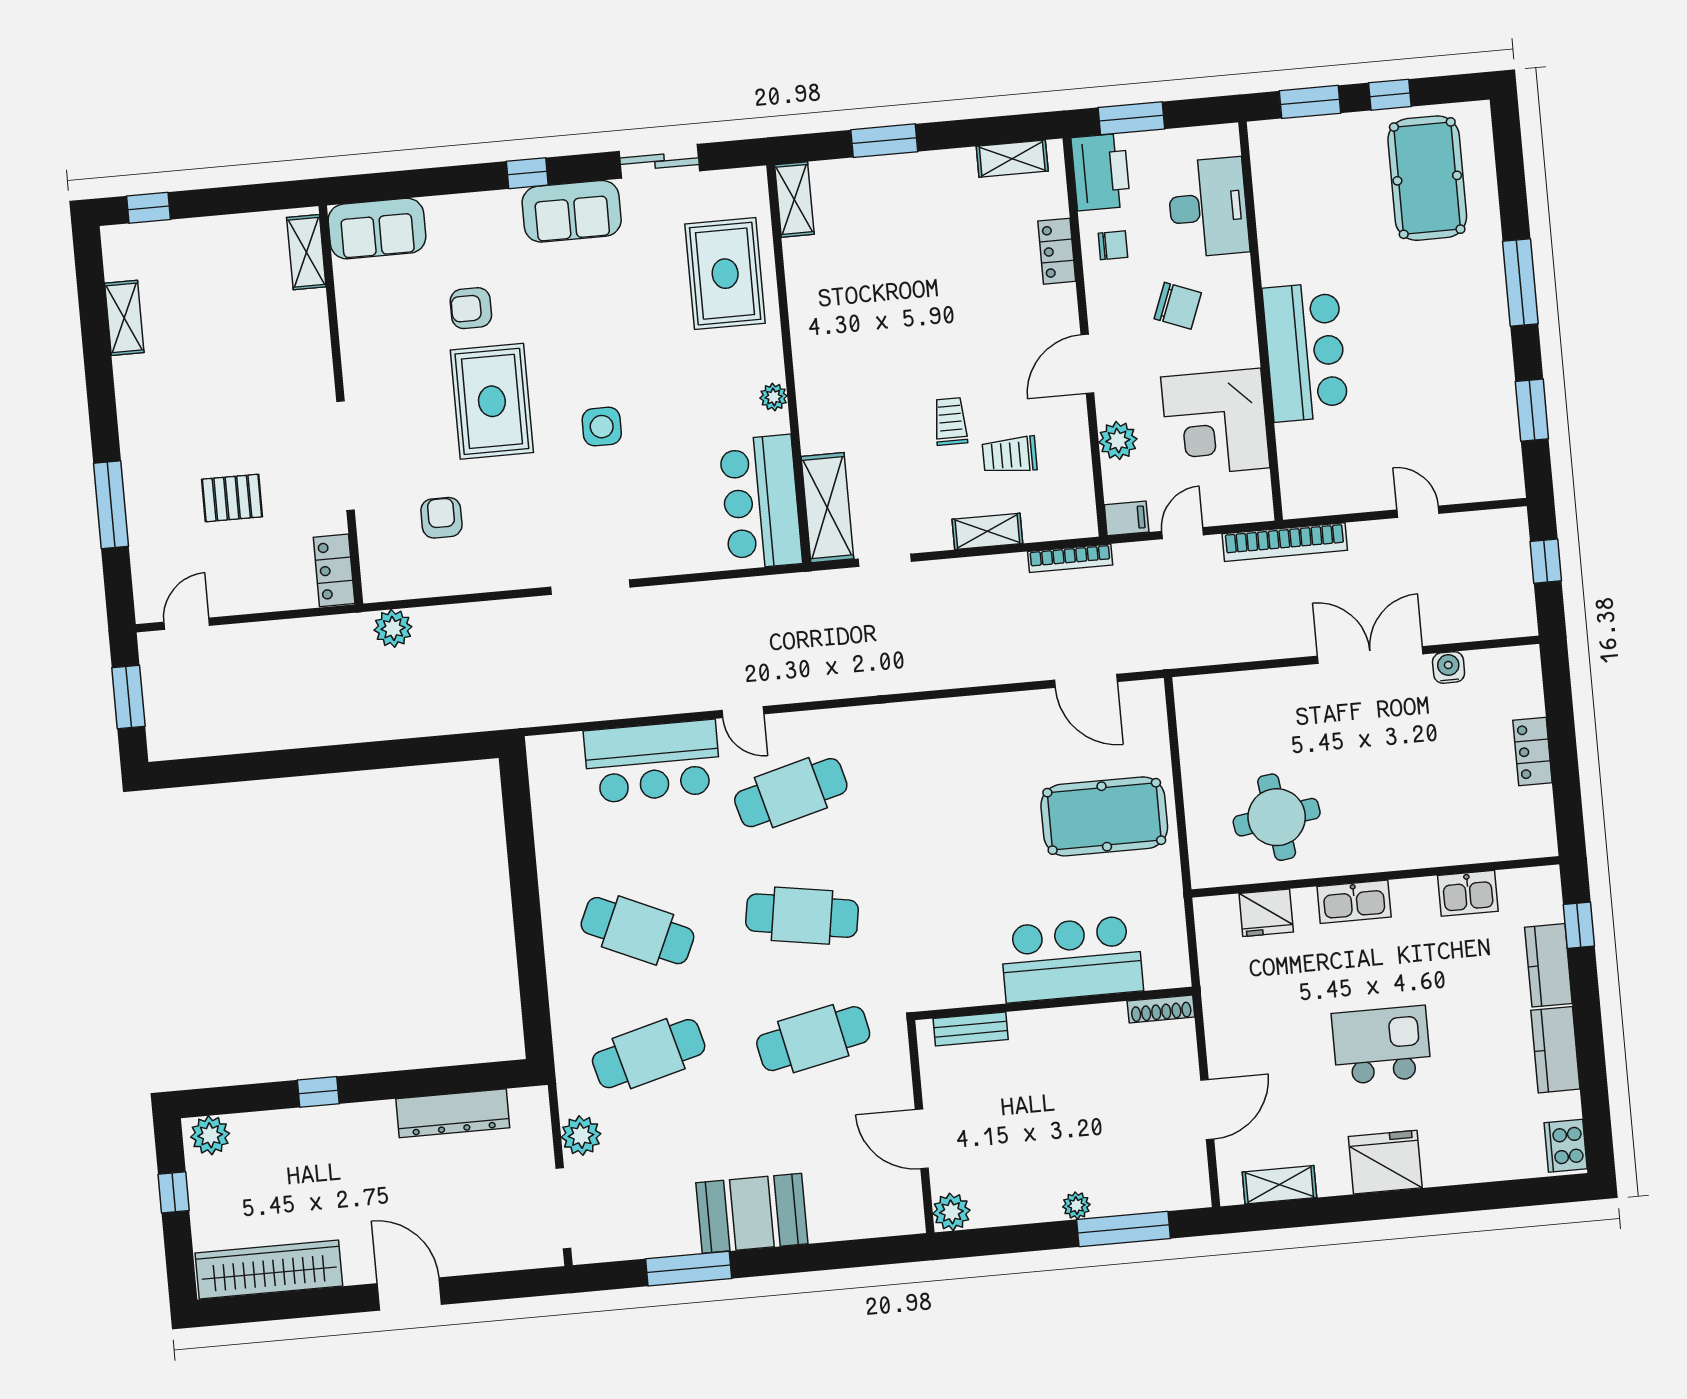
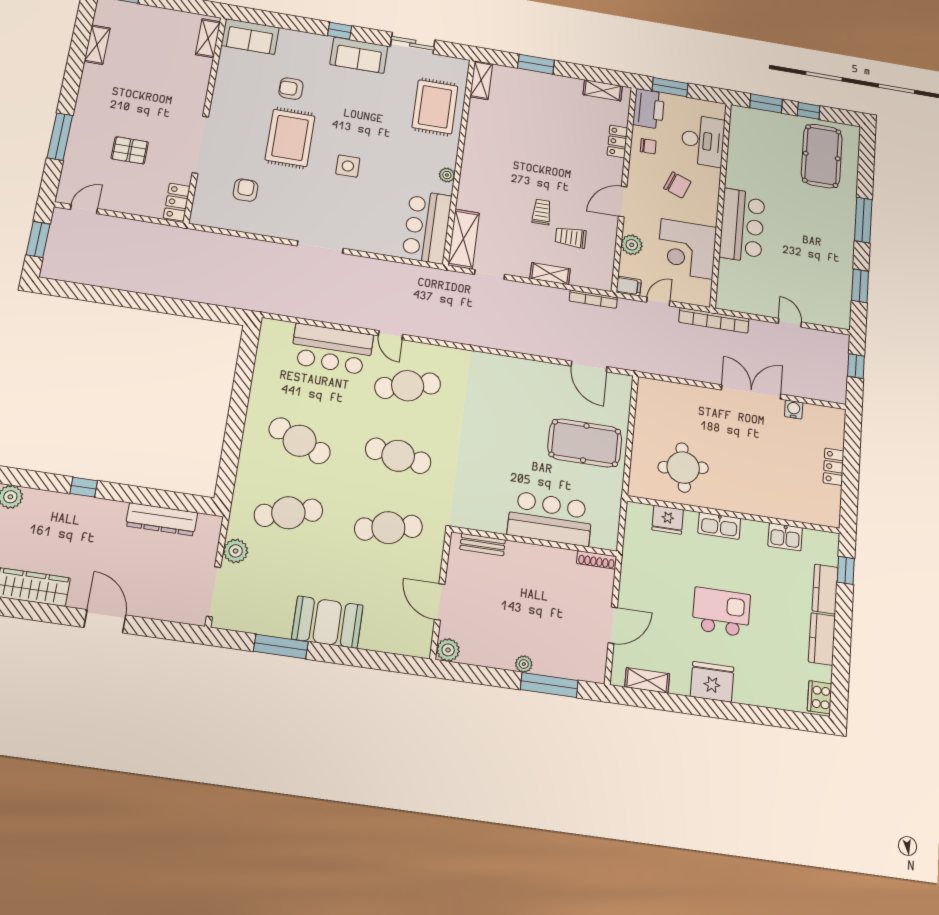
plant: (393, 628) -> (202, 241), removed

